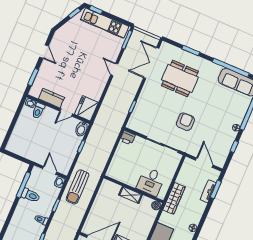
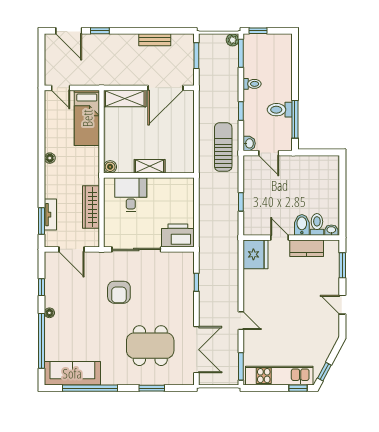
door: (66, 113) -> (279, 238), hinge flipped
bidet: (82, 129) -> (302, 225), moved
printer: (128, 138) -> (178, 235), width x1.87, depth x1.48
wardrobe: (174, 198) -> (91, 207), moved

